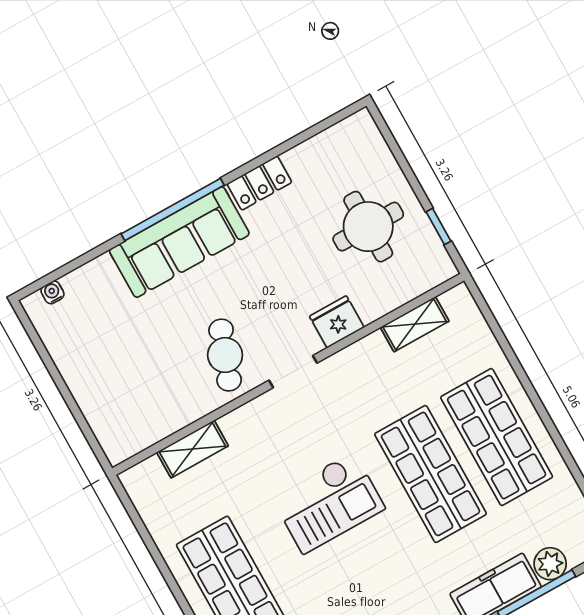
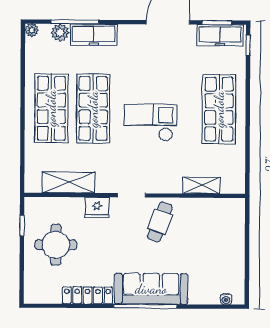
locker: (259, 183) -> (88, 295), width x1.53
shelving: (415, 324) -> (69, 182), width x1.50, depth x1.33

